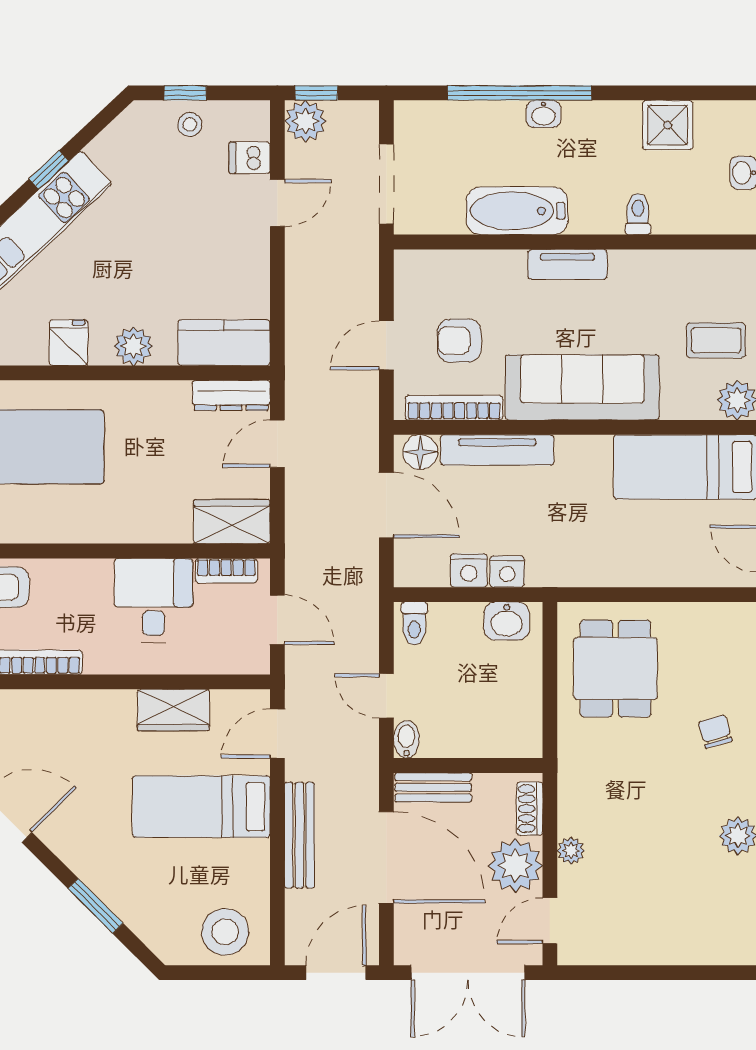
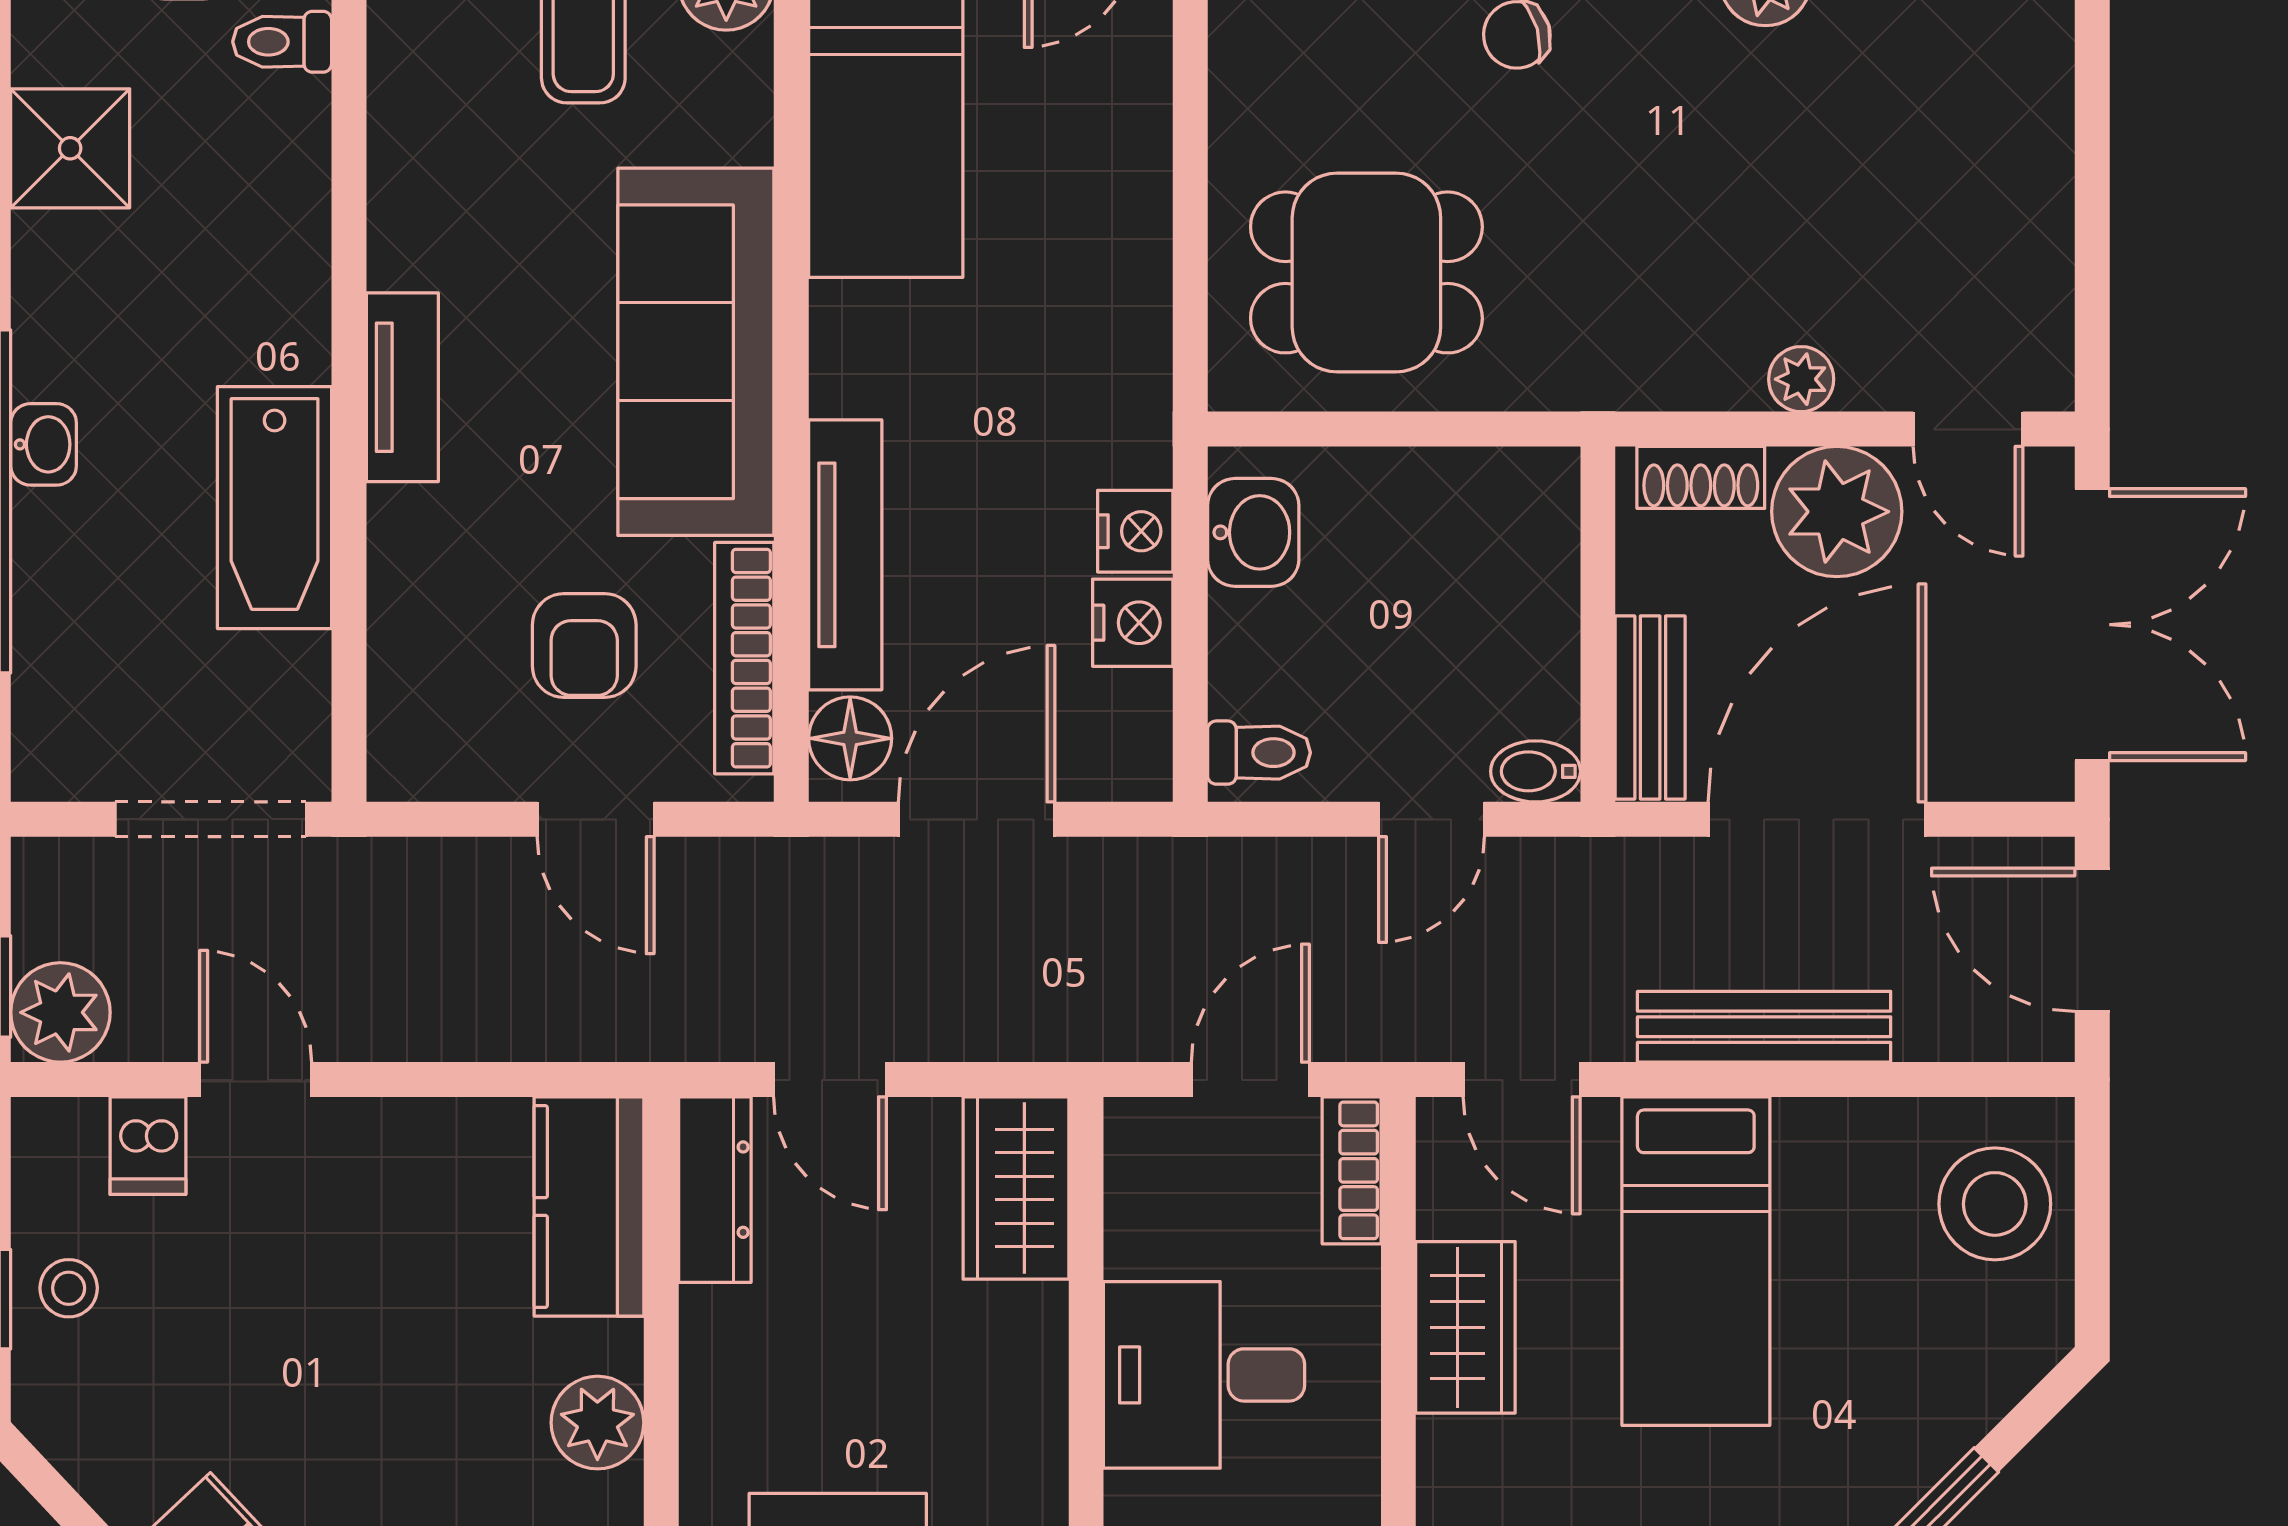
toilet: (638, 214) -> (282, 42), moved
bookcase: (226, 571) -> (1352, 1170), moved, turned 180

